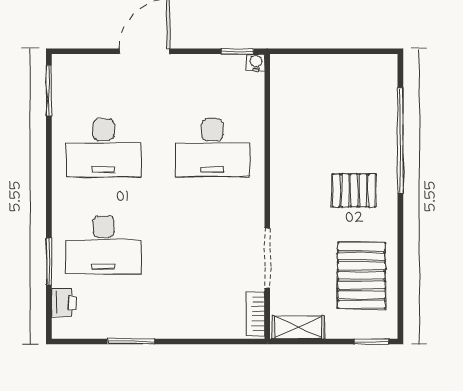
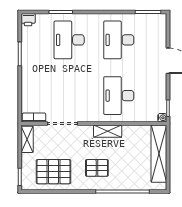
shelving: (326, 69) -> (159, 154), added
shelving: (282, 170) -> (108, 131), added
pallet: (354, 190) -> (97, 168), turned 90
printer: (64, 303) -> (28, 20), moved

